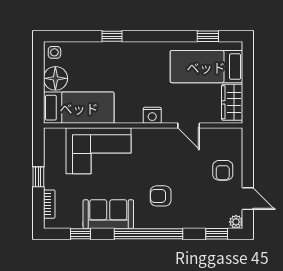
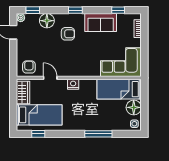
window: (112, 36) -> (98, 134), width x2.17
corner sofa: (99, 151) -> (121, 62), moved
armchair: (223, 170) -> (29, 67), moved
window: (38, 177) -> (144, 46), removed
floor lamp: (194, 217) -> (47, 21), added
window: (149, 234) -> (75, 10), width x0.32

